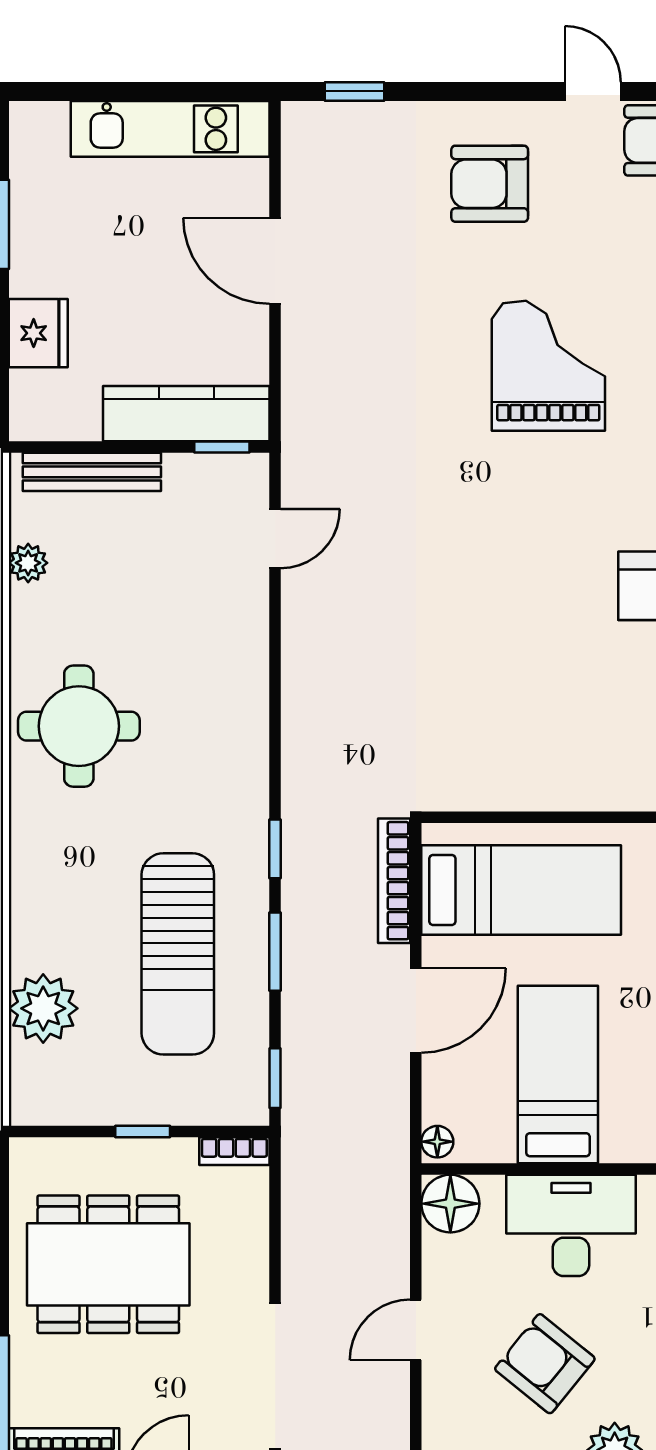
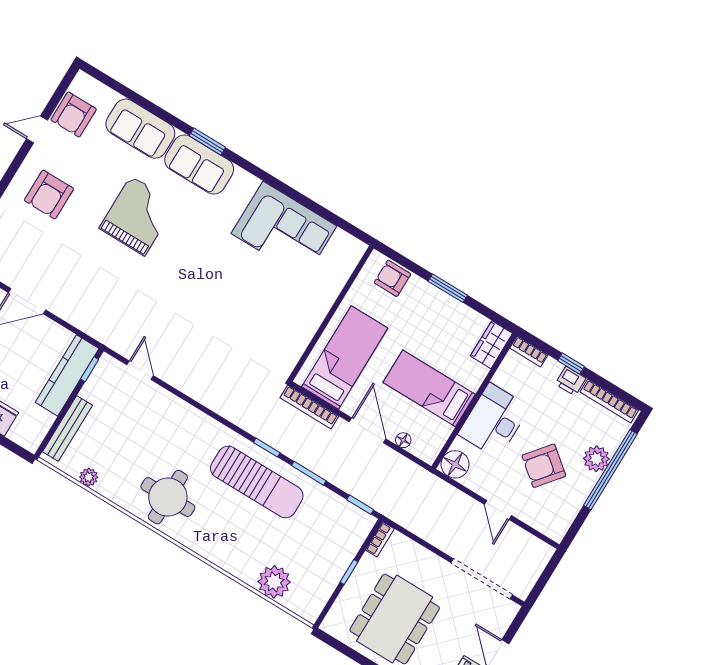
grand piano: (548, 366) -> (138, 216), turned 90
sun lounger: (178, 954) -> (257, 482), moved
floor lamp: (437, 1142) -> (403, 440), moved

